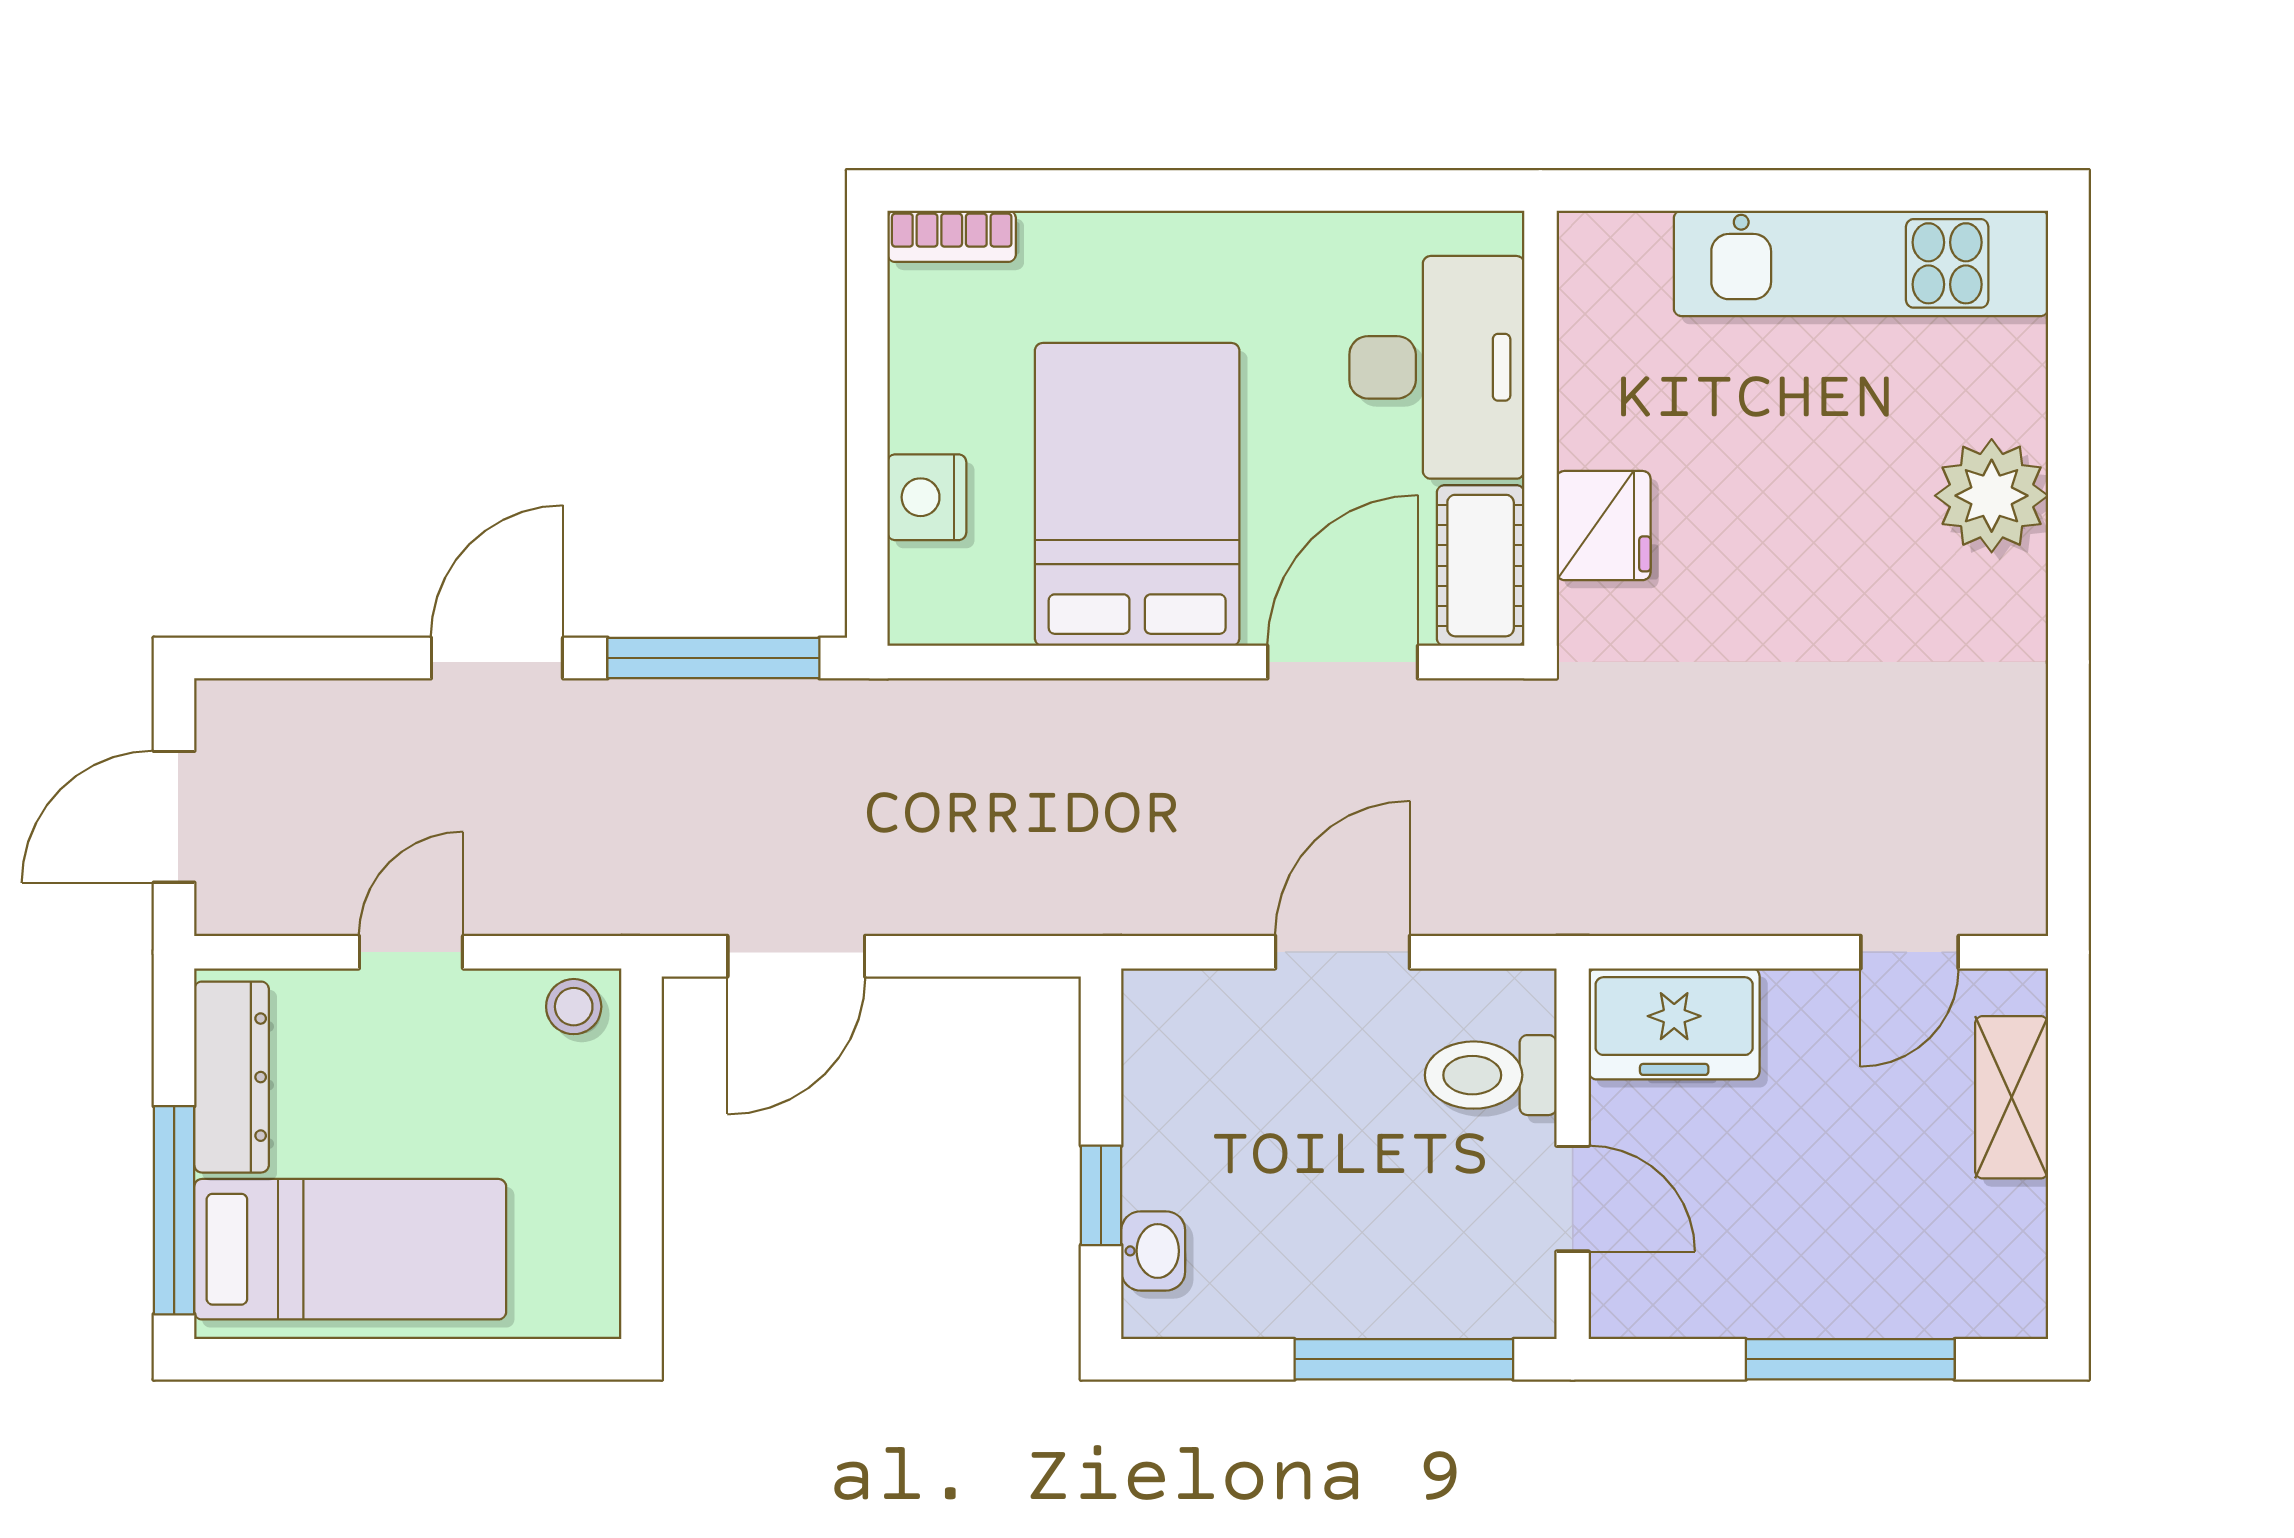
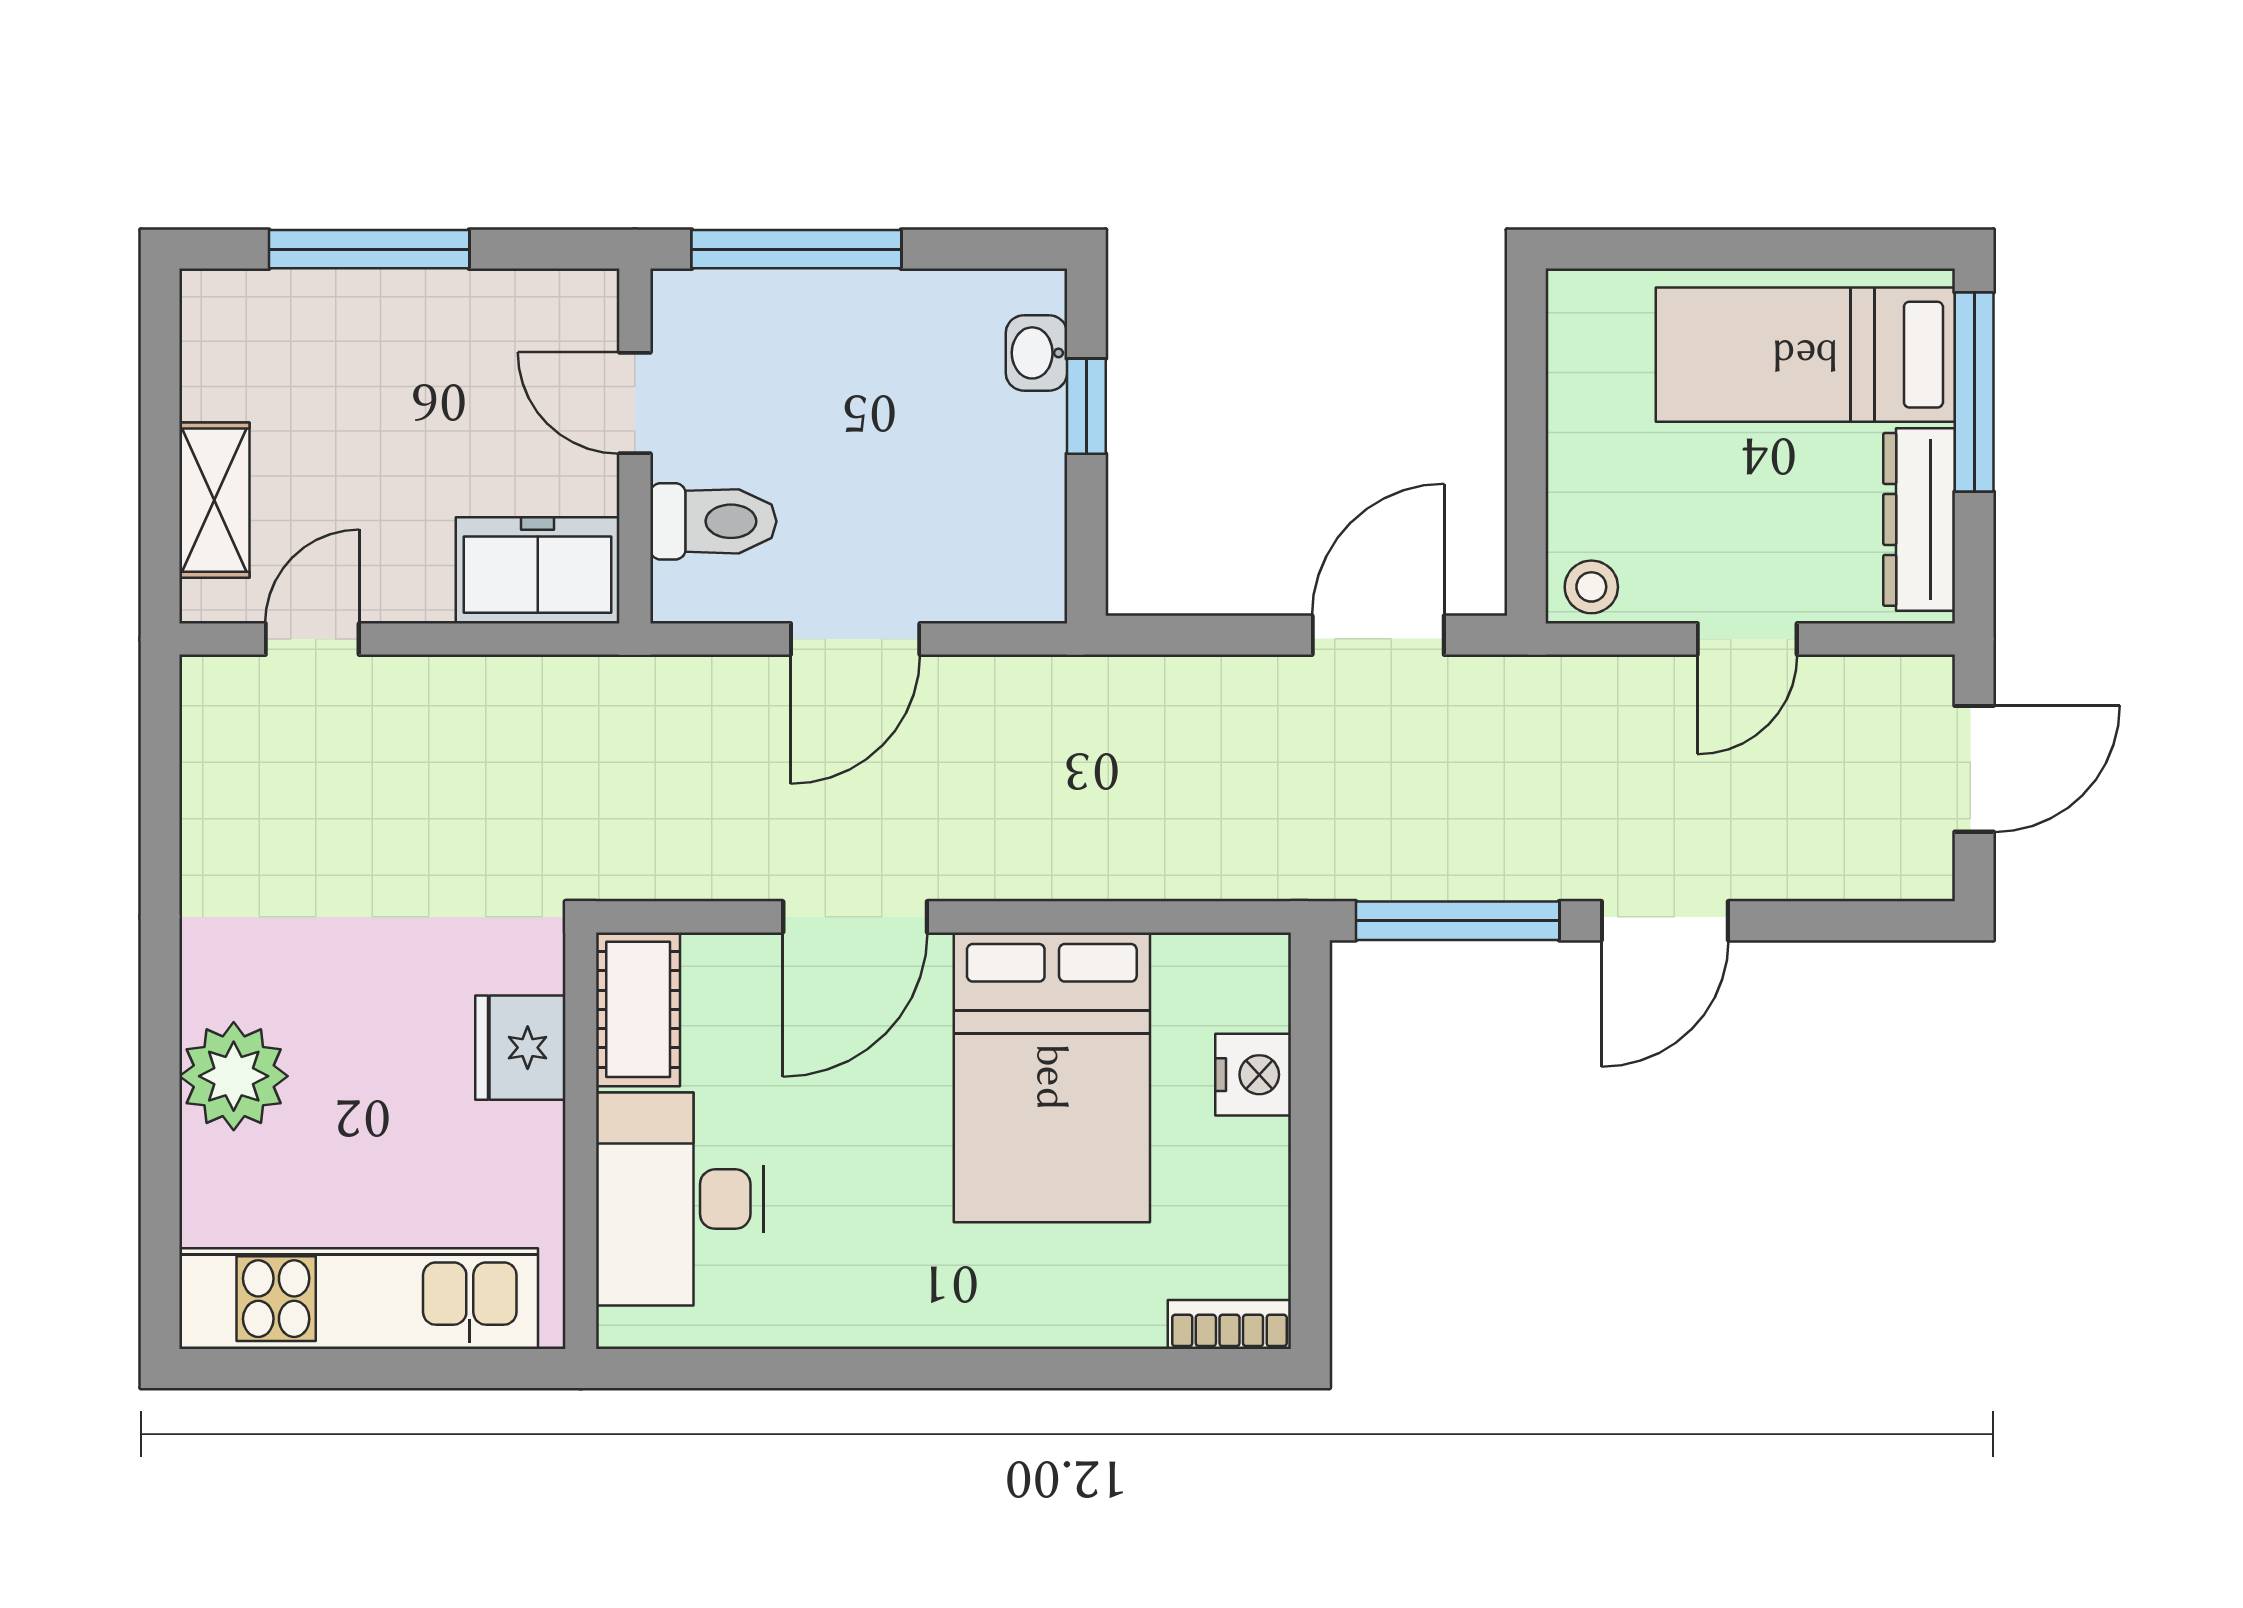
desk: (1437, 367) -> (680, 1199), moved
wall: (1540, 428) -> (581, 1141), moved
fridge: (1604, 526) -> (520, 1048), moved
cot: (1481, 566) -> (638, 1009), moved

